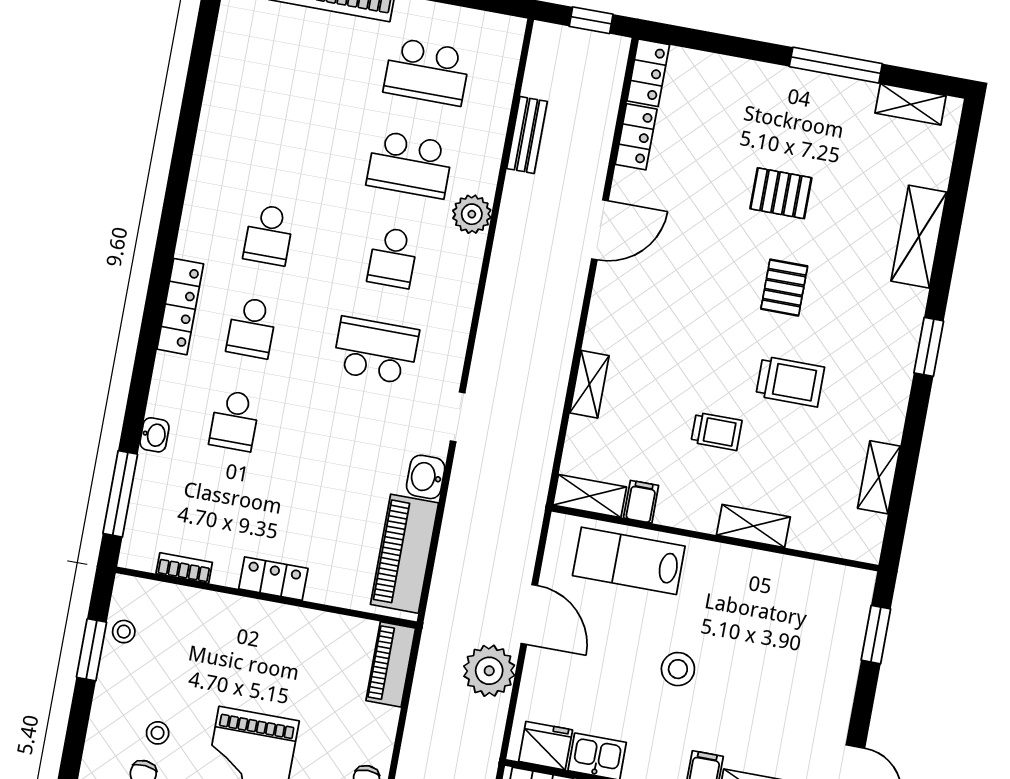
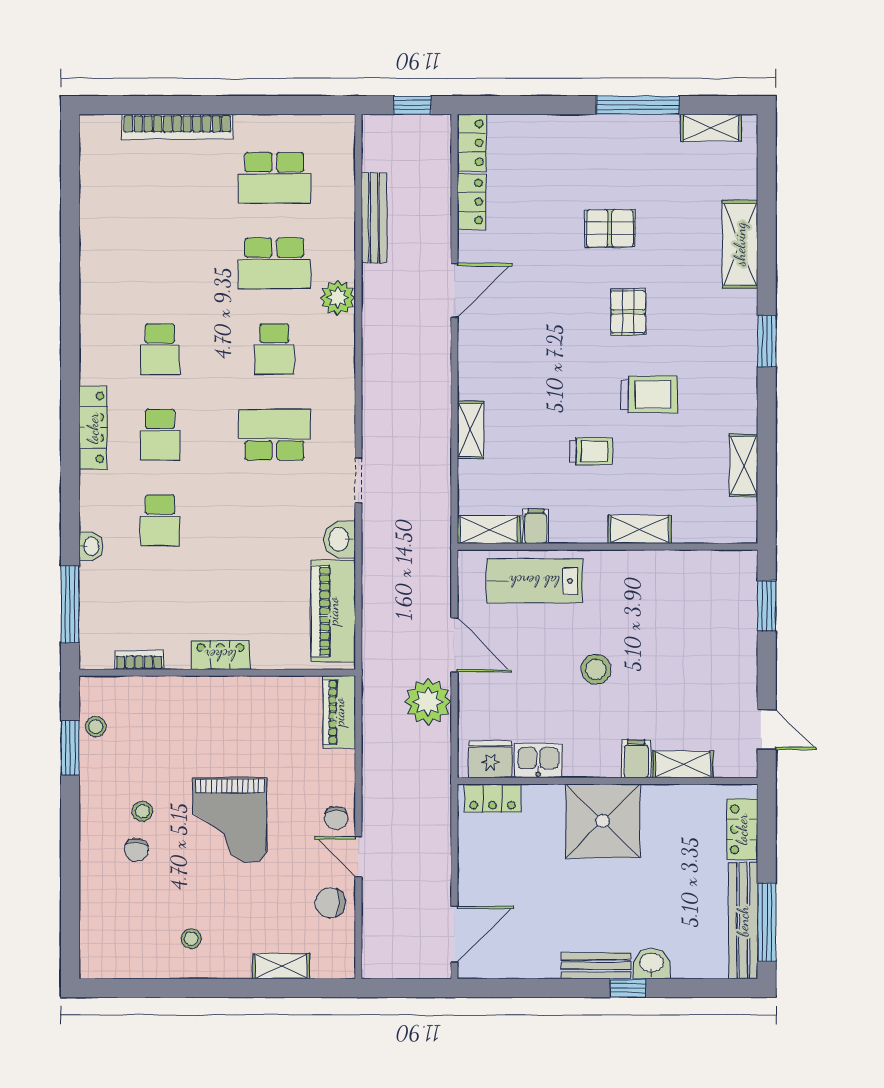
bench: (527, 135) -> (374, 218), width x1.36

